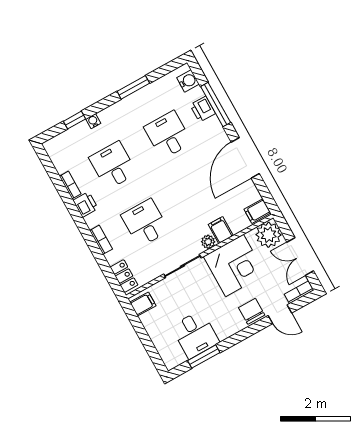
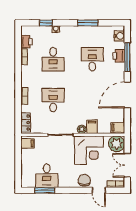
desk: (113, 165) -> (53, 59), turned 180
printer: (86, 204) -> (26, 42), moved

